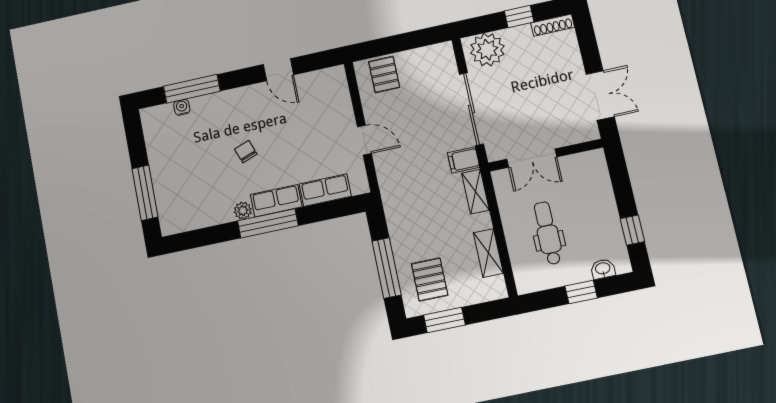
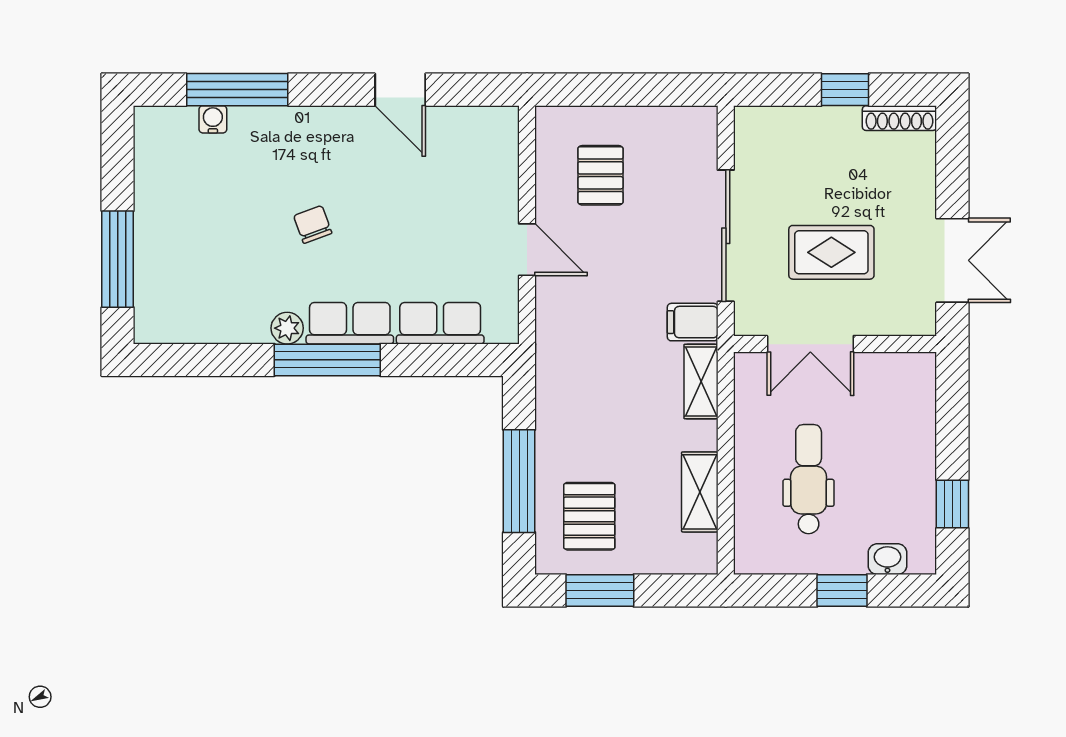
plant: (487, 50) -> (777, 136), removed
pallet: (384, 74) -> (600, 175), moved
rug: (532, 105) -> (831, 252), added

